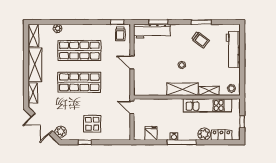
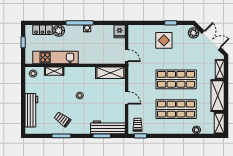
shelving: (182, 89) -> (110, 73), moved
fridge: (151, 133) -> (120, 31), moved

